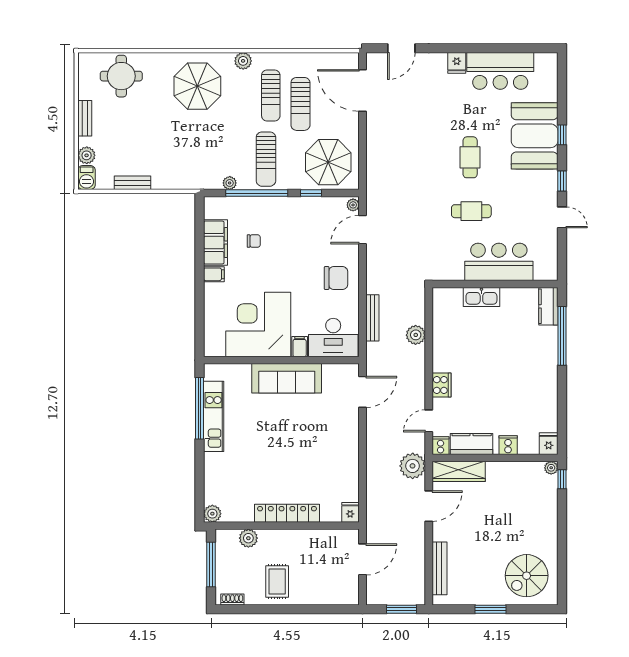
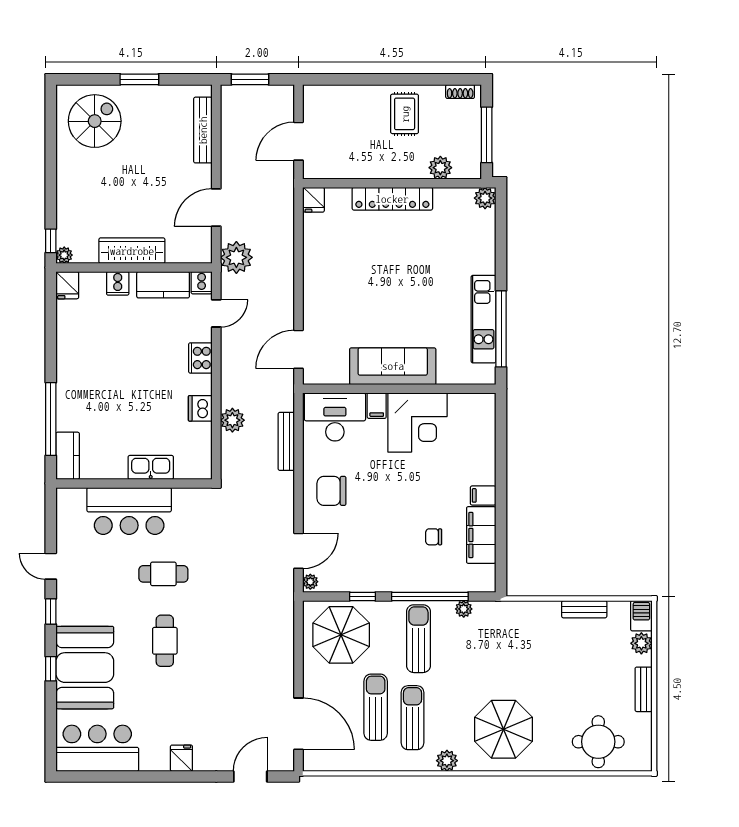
bar counter: (500, 71) -> (97, 748), moved
corner desk: (258, 324) -> (417, 423), width x0.74, depth x0.74
dishwasher: (442, 344) -> (200, 408), added
wardrobe: (459, 471) -> (132, 251), moved

